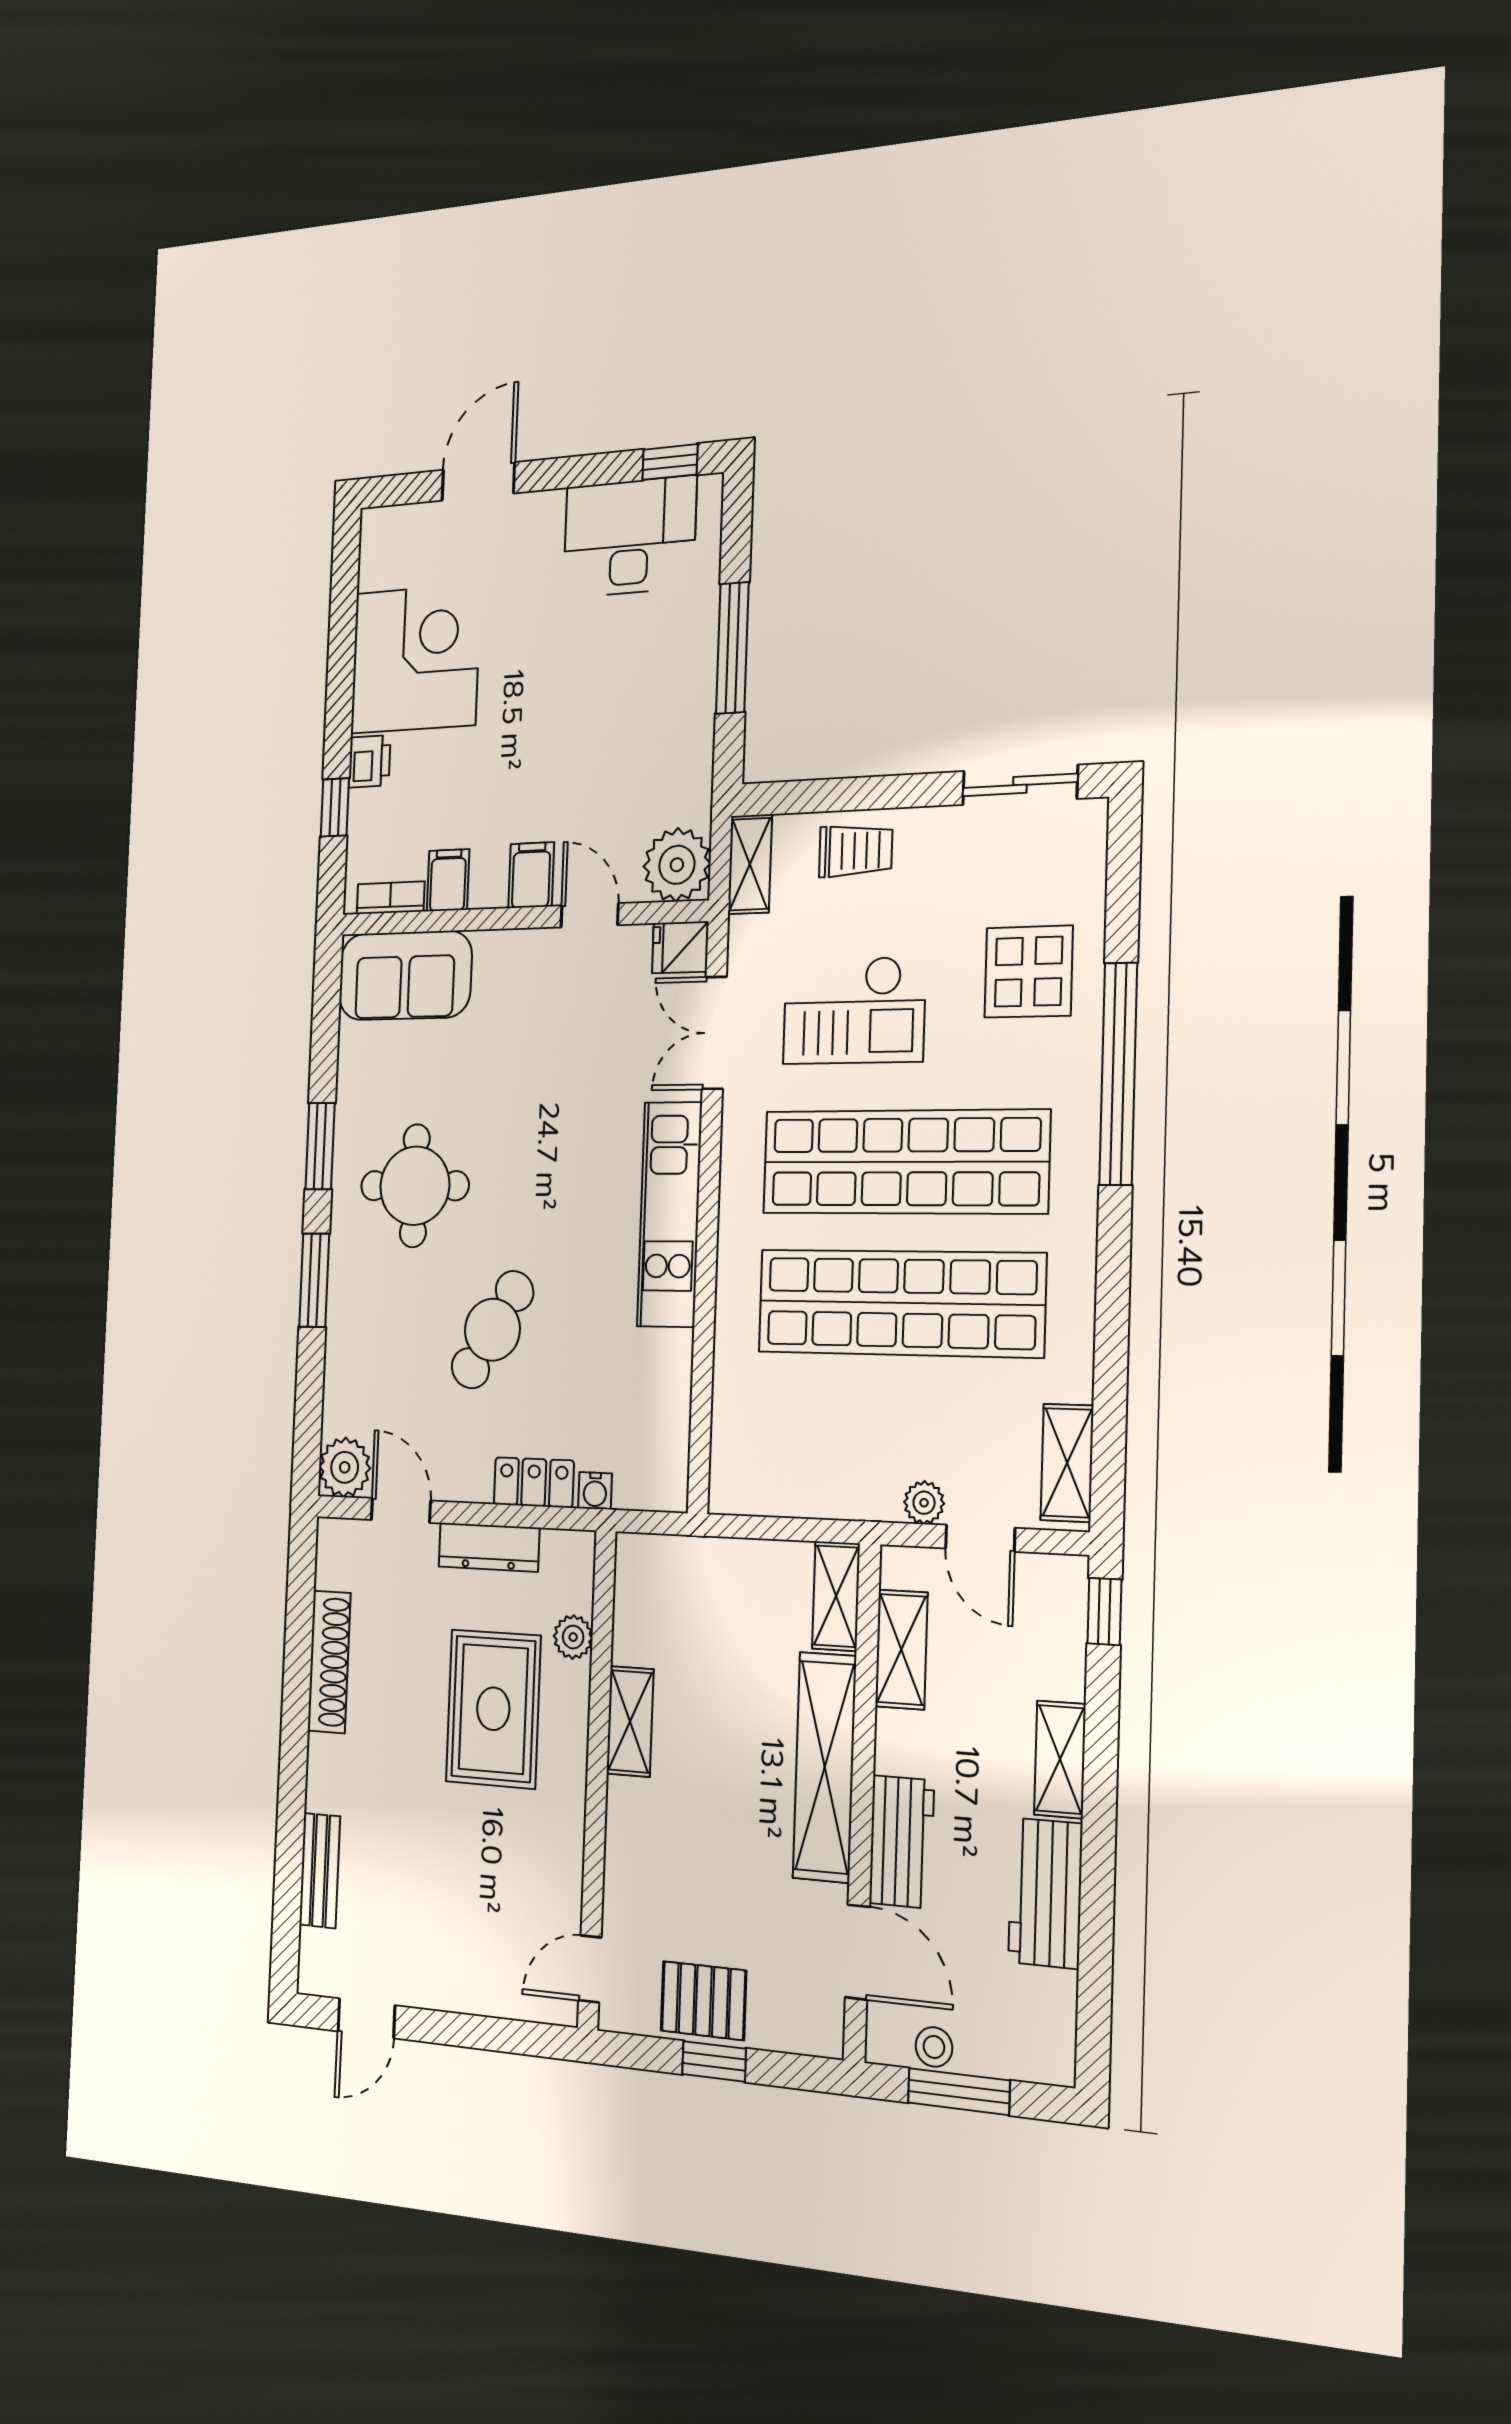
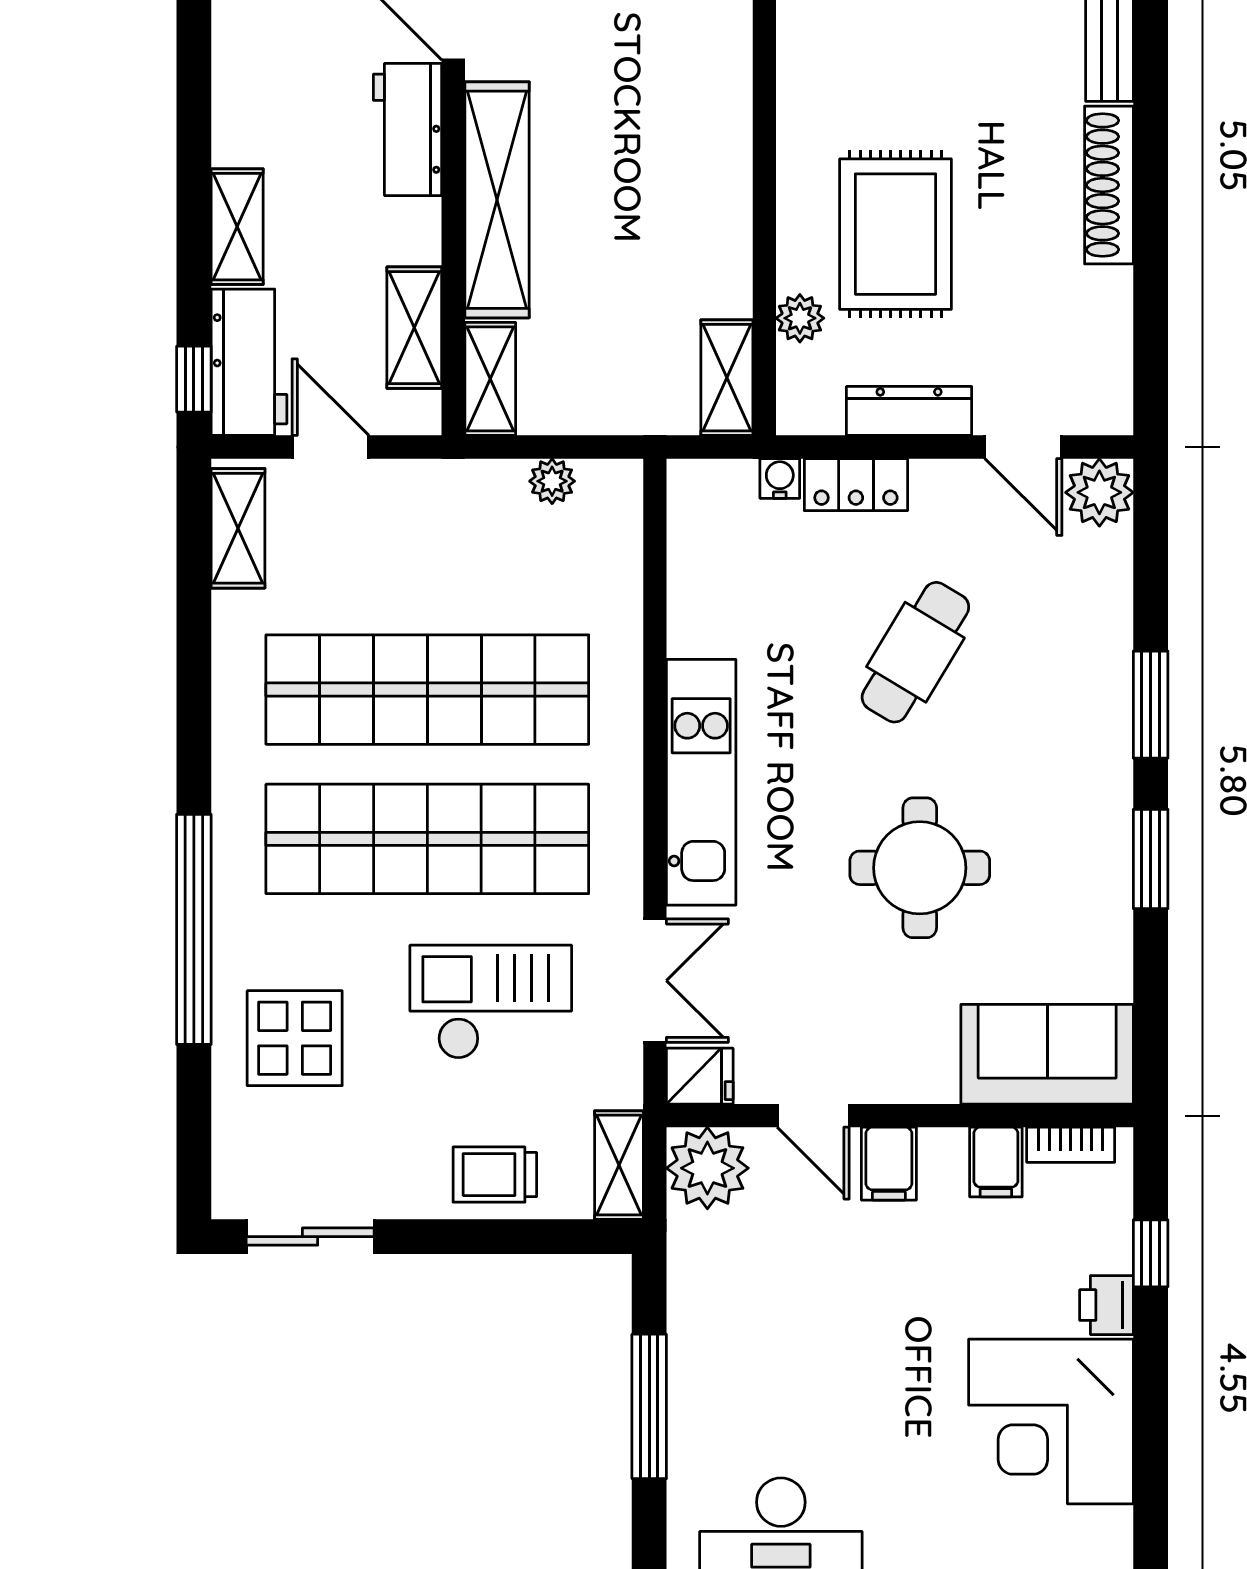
round table: (415, 1186) -> (920, 868), moved
plant: (924, 1503) -> (552, 481), moved
shoe rack: (329, 1662) -> (1109, 185), moved
shelving: (630, 1721) -> (727, 378), moved
workbench: (1045, 1893) -> (249, 362), moved

